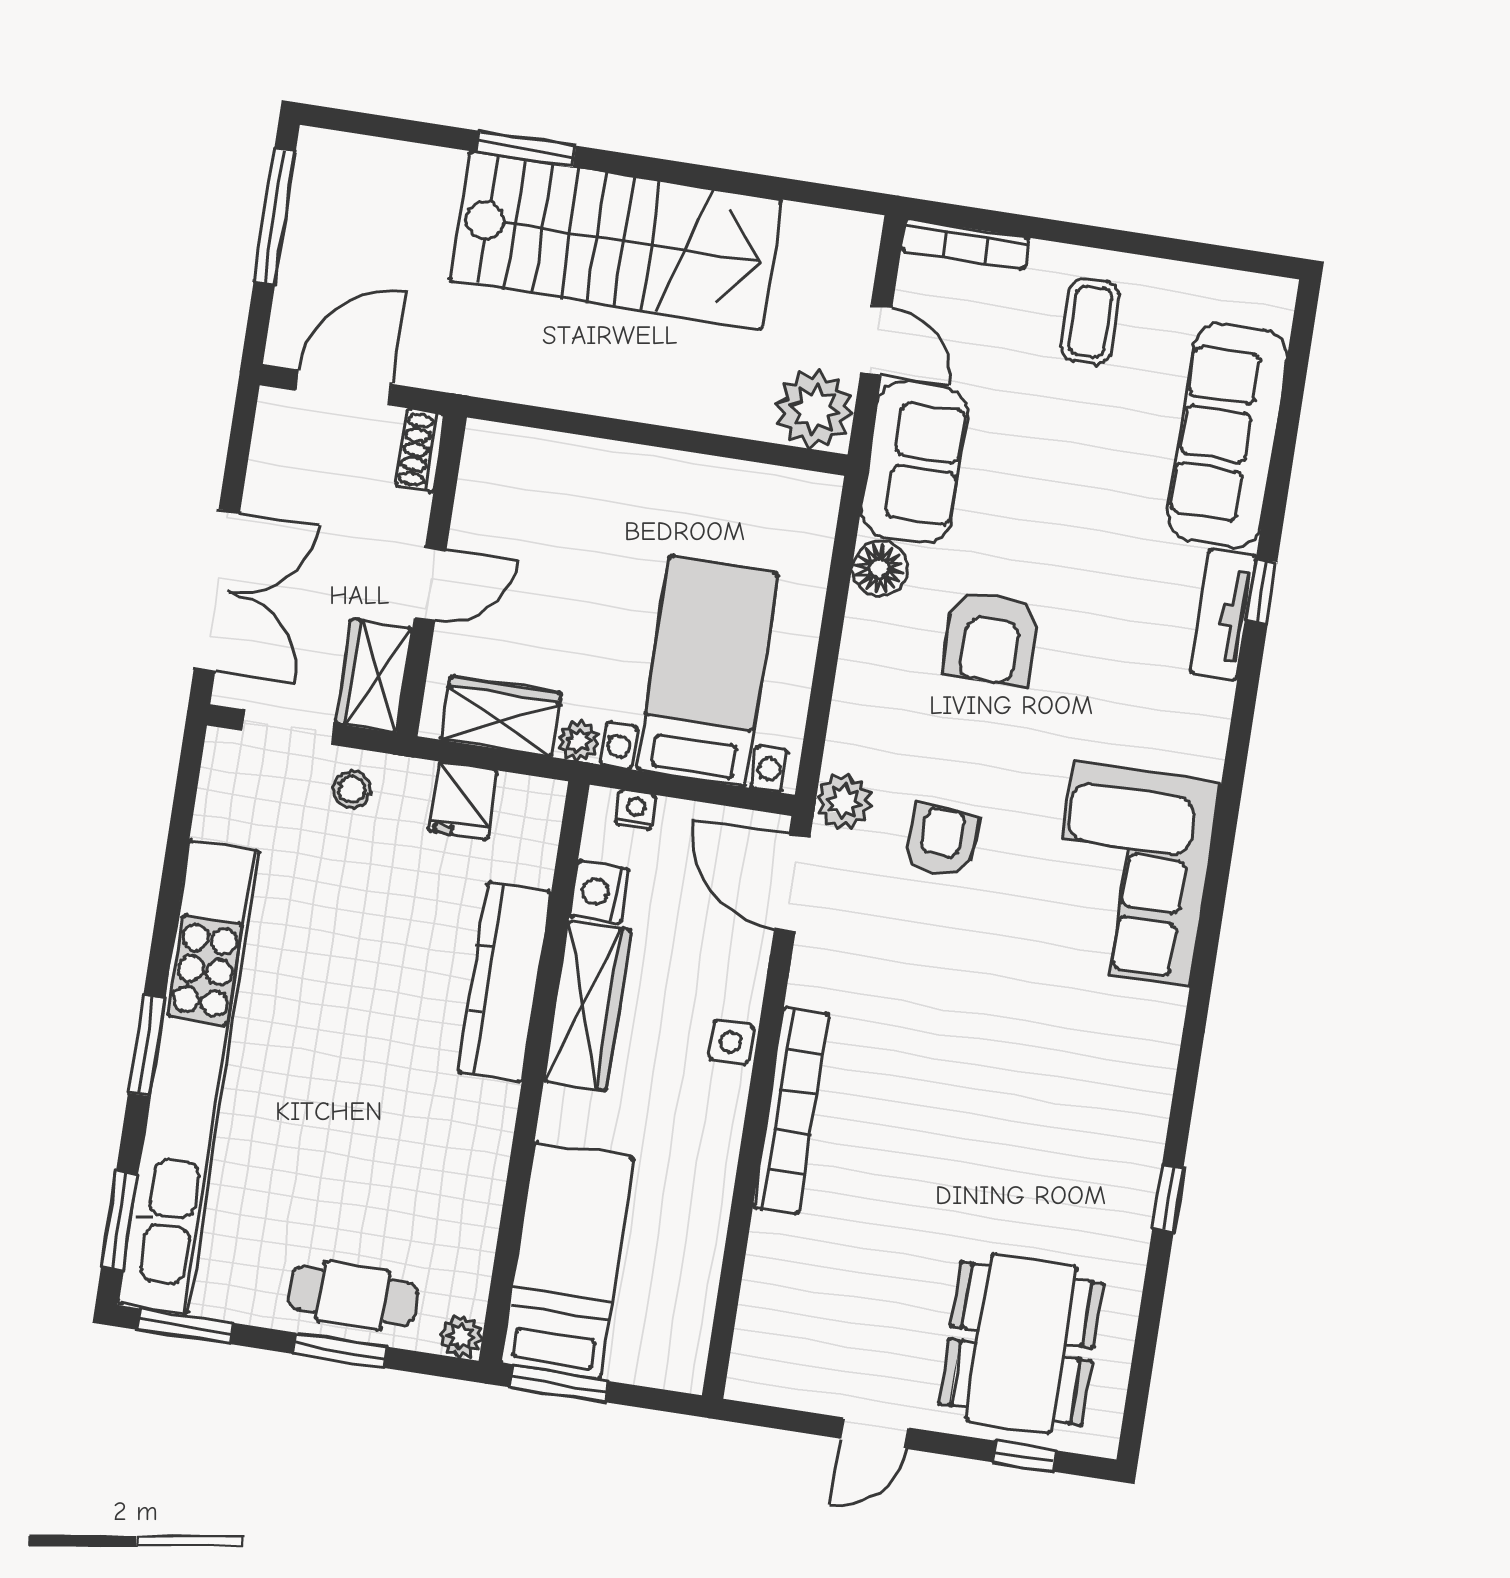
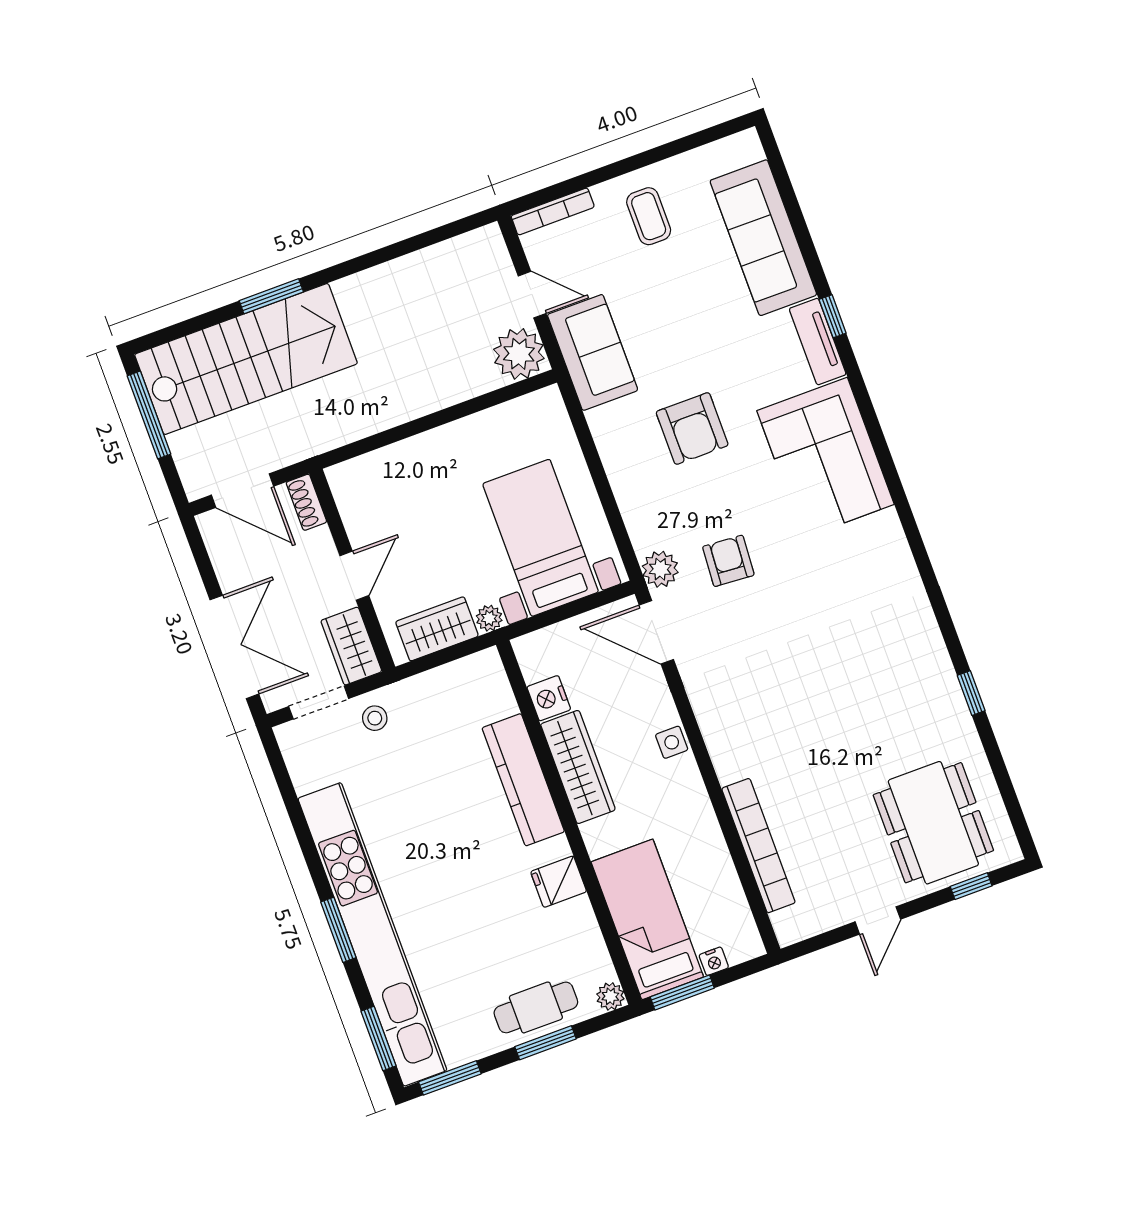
stairs: (616, 240) -> (246, 359), moved
door: (344, 387) -> (243, 491), swing flipped
floor lamp: (880, 569) -> (607, 424), removed
fridge: (463, 801) -> (559, 882), moved, turned 90
nightstand: (635, 809) -> (714, 961), moved, turned 180
corner sofa: (1132, 873) -> (825, 458), moved
bookcase: (791, 1110) -> (758, 846), moved

